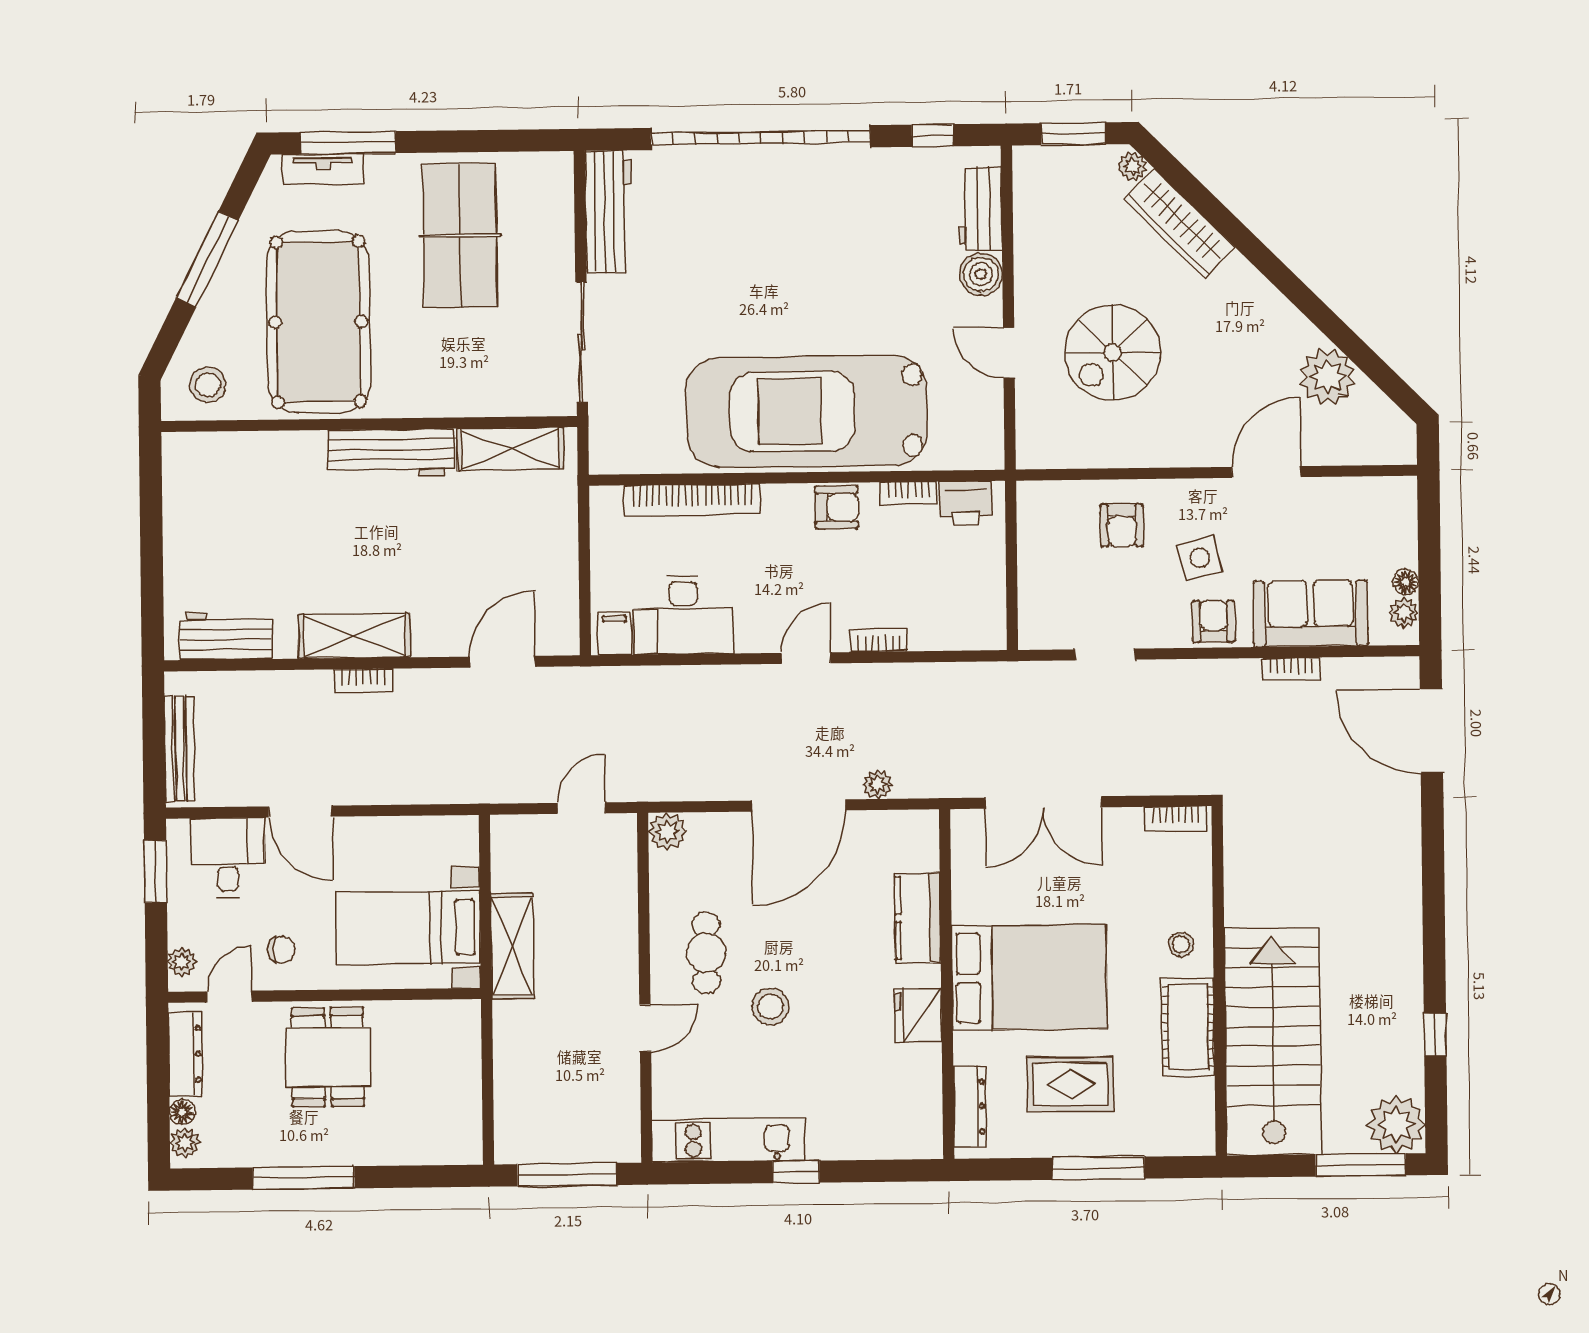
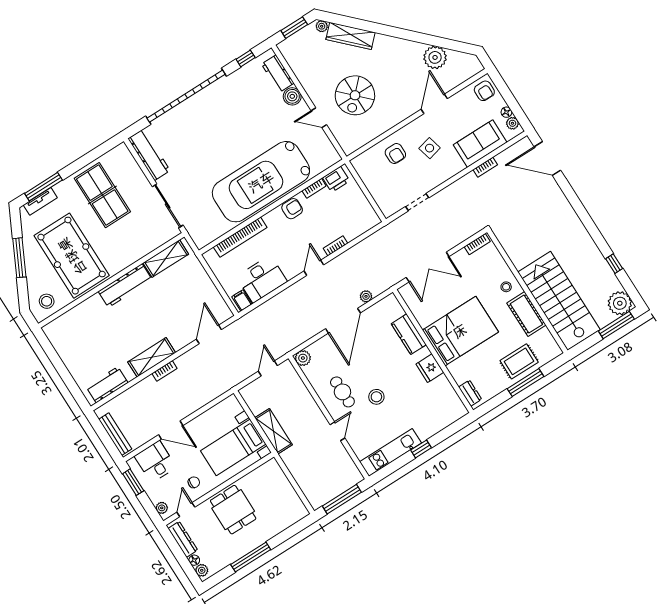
armchair: (1213, 621) -> (484, 91), moved, turned 180
rug: (1071, 1084) -> (519, 361), moved
dresser: (970, 1107) -> (470, 393), width x0.70

